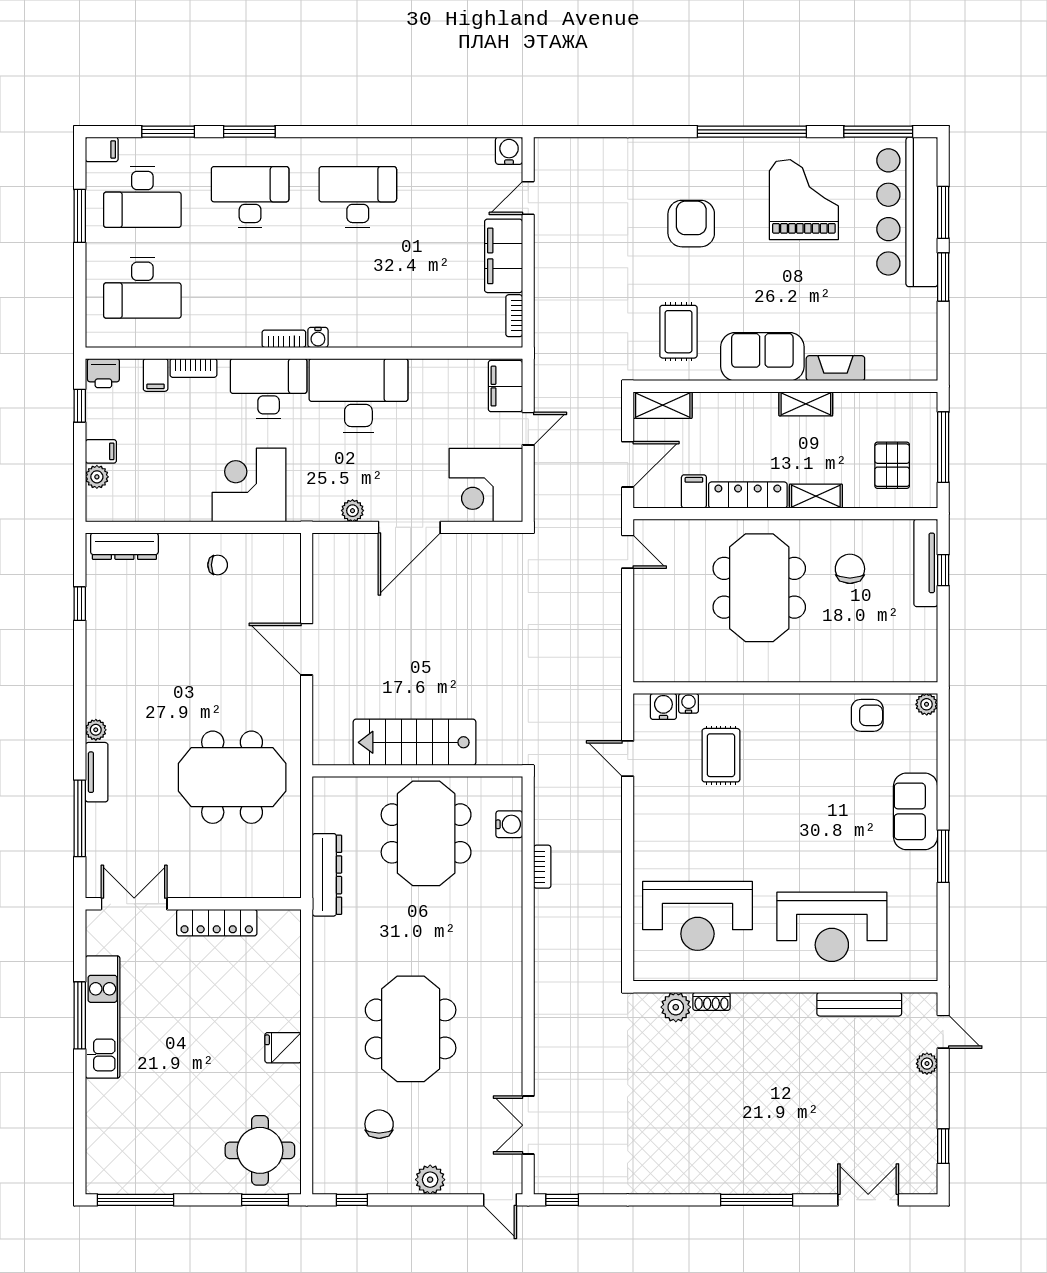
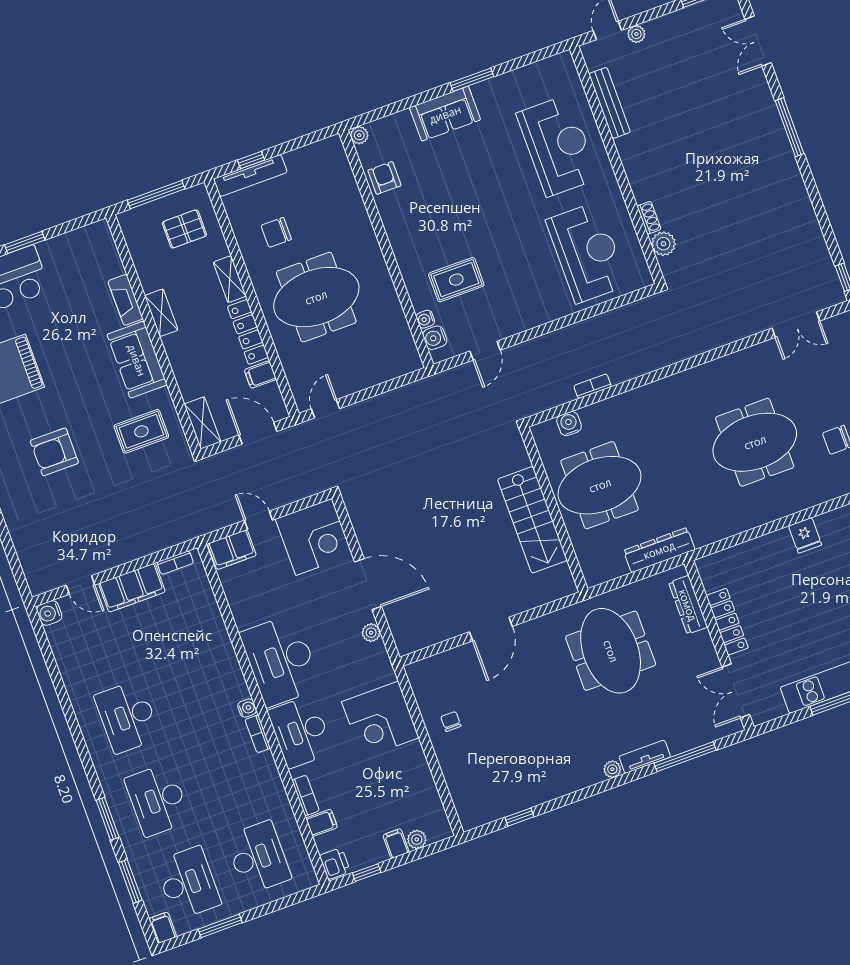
dresser: (124, 546) -> (688, 605), moved, turned 180

